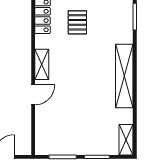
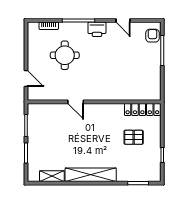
shelving: (42, 64) -> (100, 109), removed
shelving: (126, 140) -> (52, 176), moved

